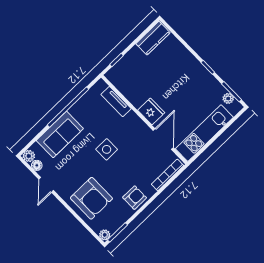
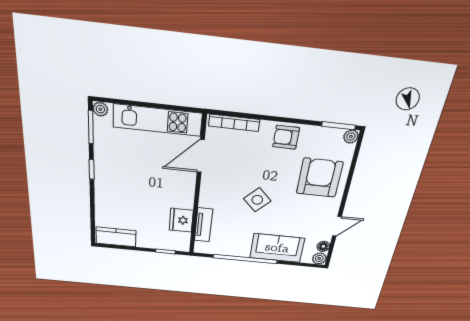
plant: (228, 98) -> (100, 109), moved
fridge: (151, 111) -> (181, 220), moved
side table: (107, 149) -> (257, 200), turned 45

